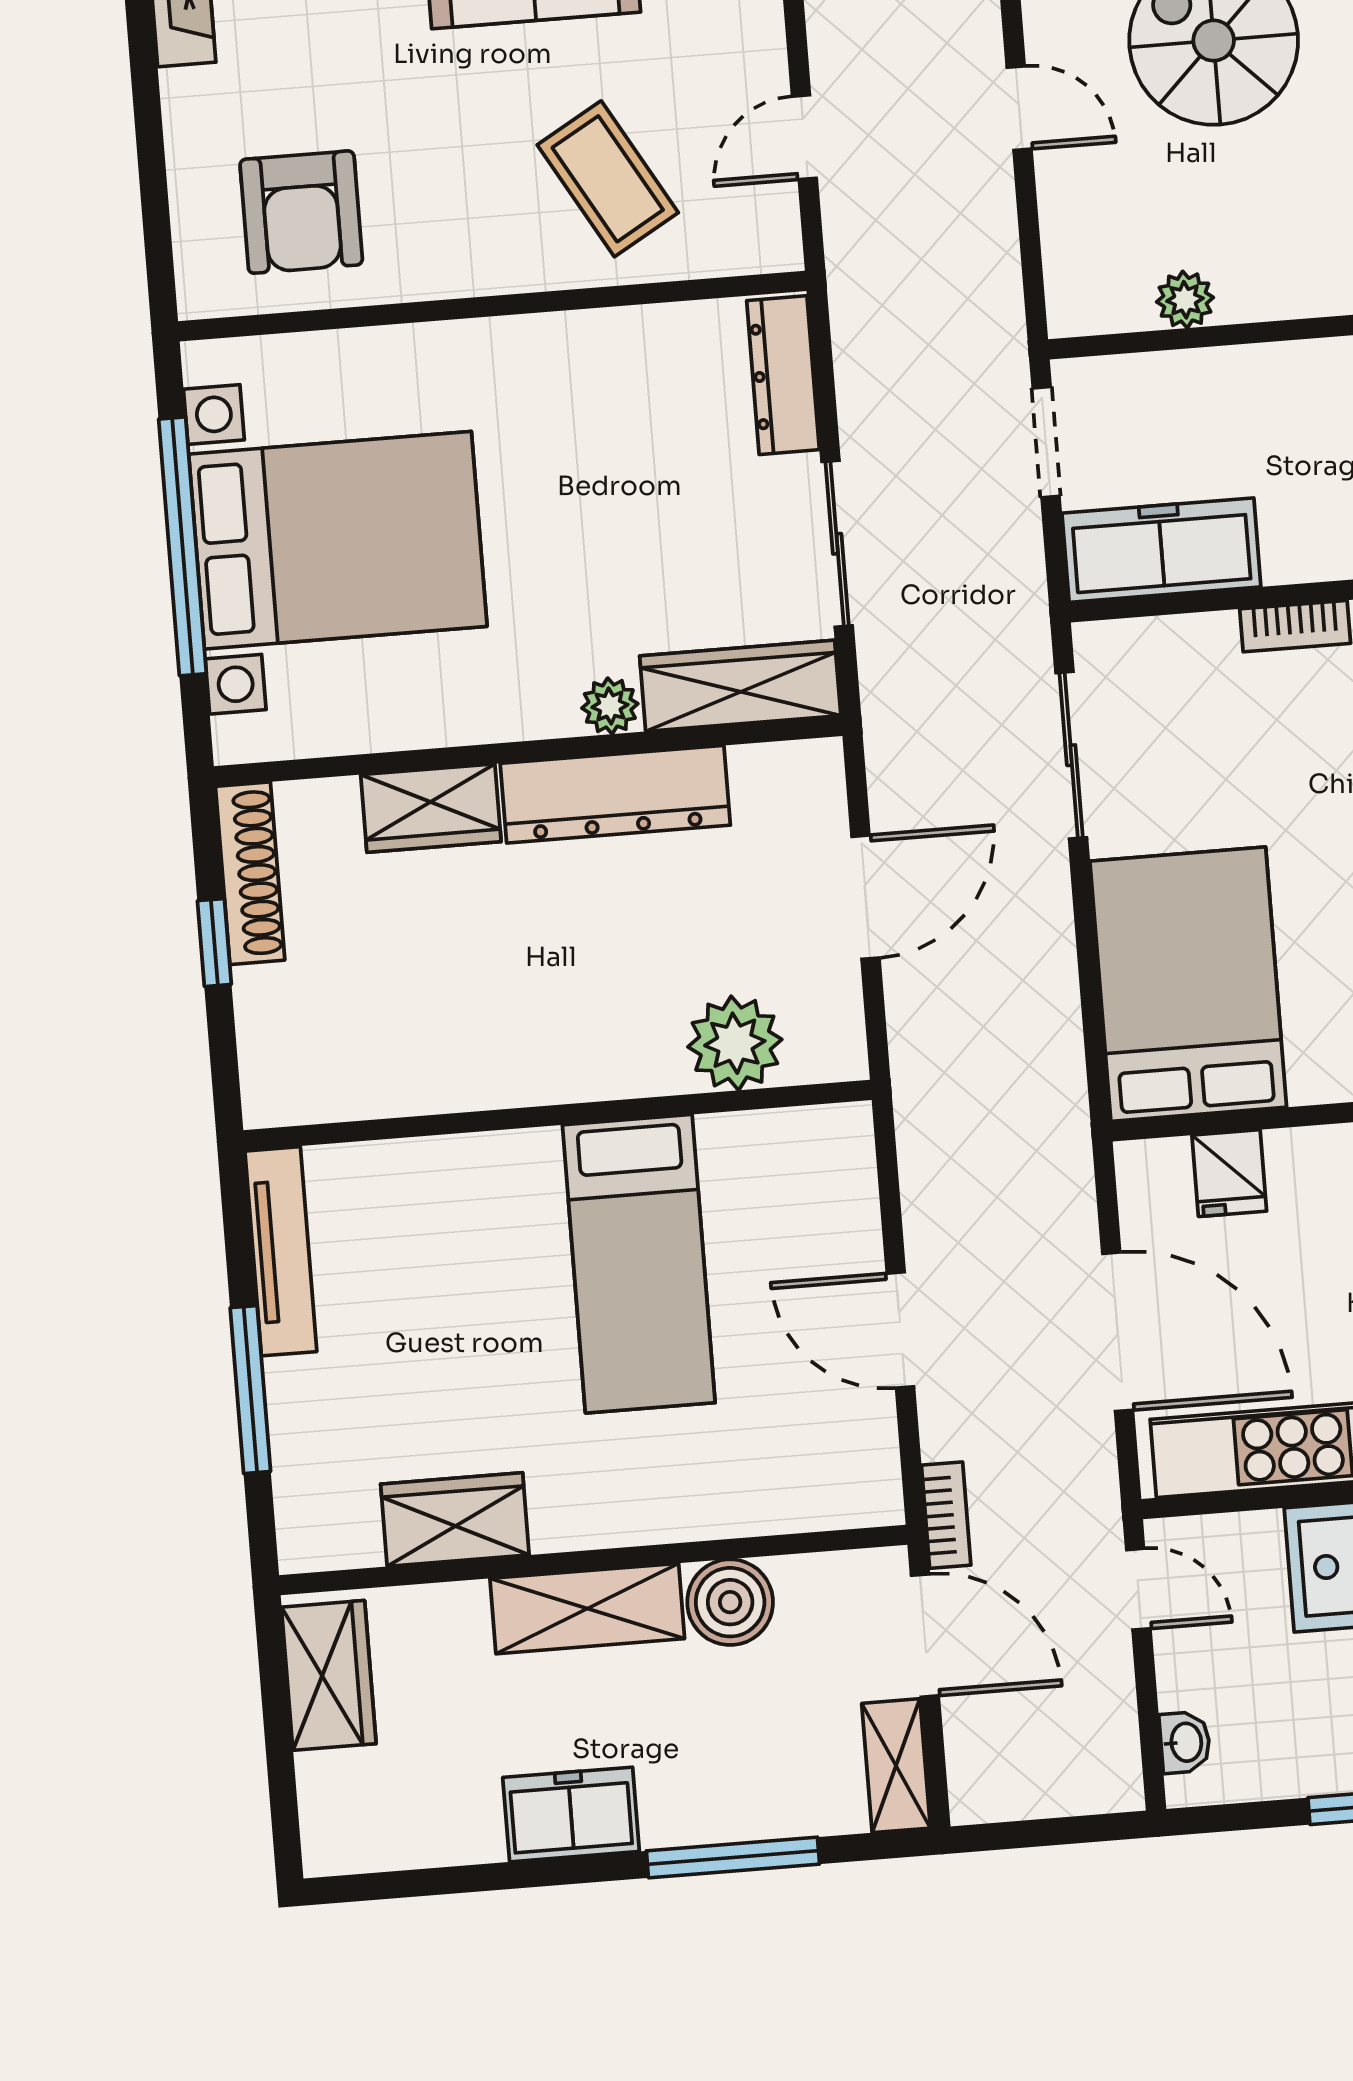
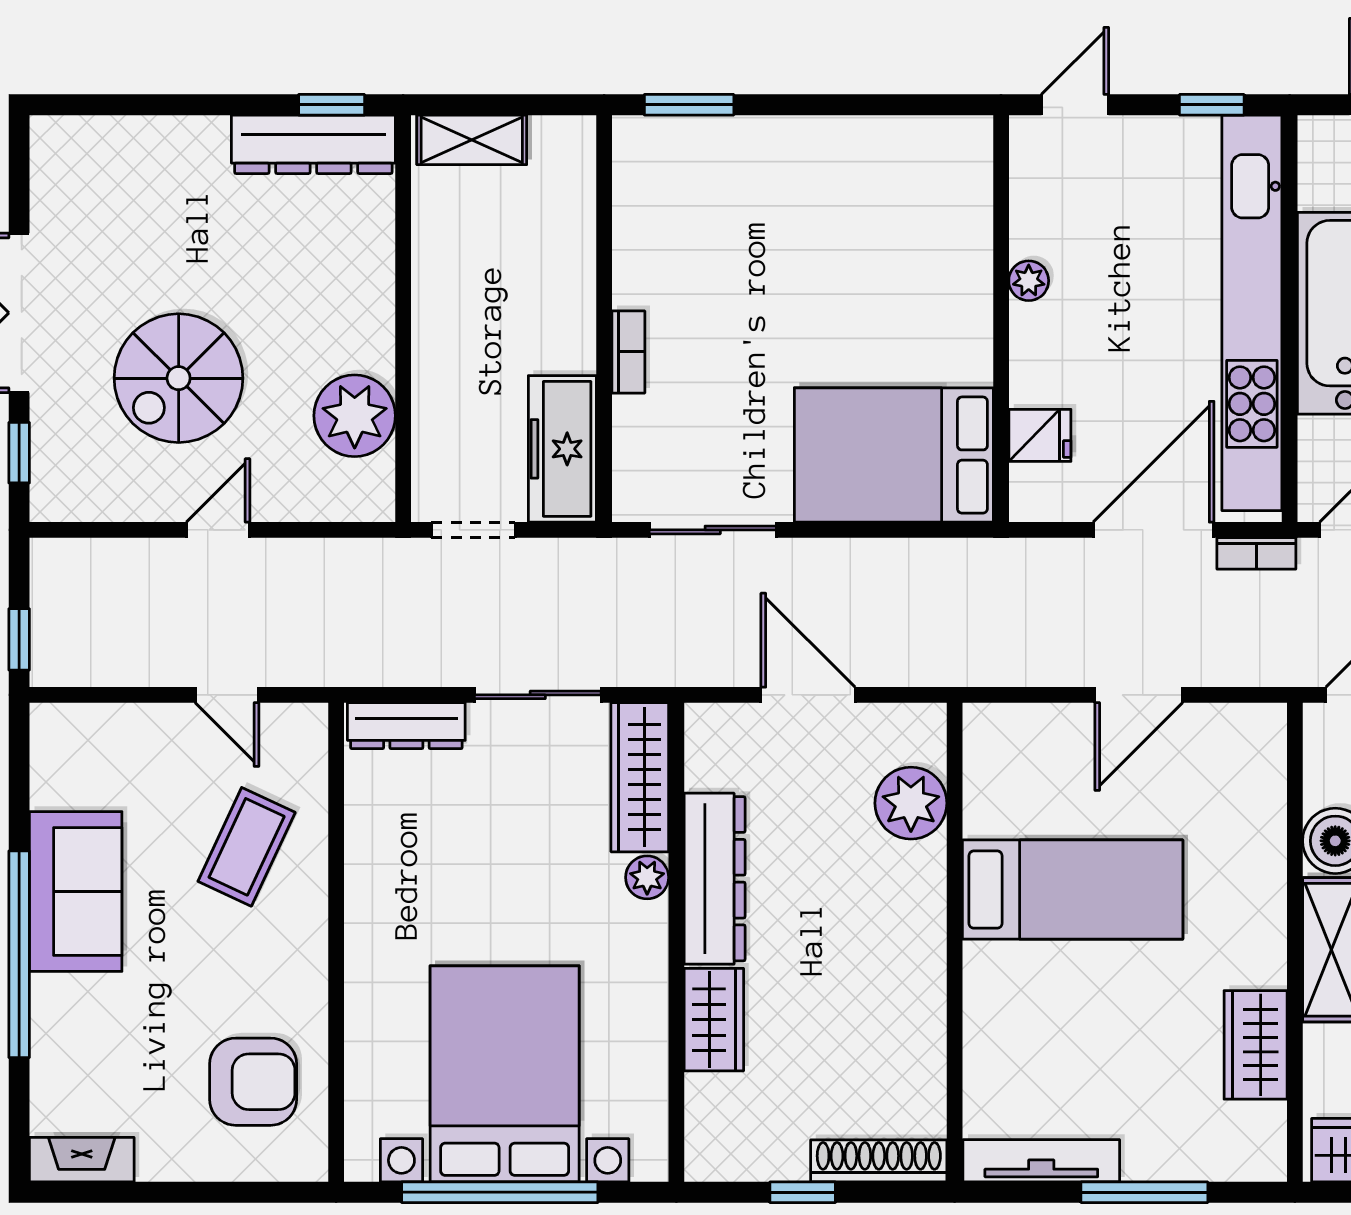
coffee table: (608, 179) -> (247, 847), turned -35
plant: (1185, 300) -> (355, 416), width x1.88, depth x1.88
shoe rack: (250, 873) -> (879, 1161), moved
bookcase: (946, 1515) -> (1256, 553), moved, turned 180

